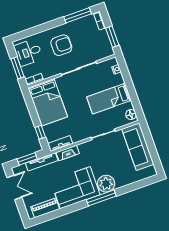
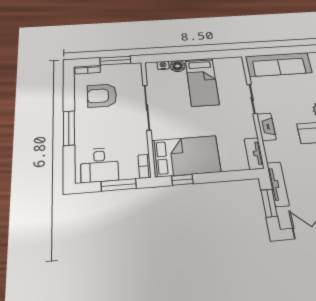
window: (78, 15) -> (69, 128), moved
armchair: (61, 45) -> (102, 96), moved, turned -90
floor lamp: (131, 114) -> (178, 66), moved
window: (40, 132) -> (182, 180), moved
fireplace: (68, 153) -> (266, 127), moved

